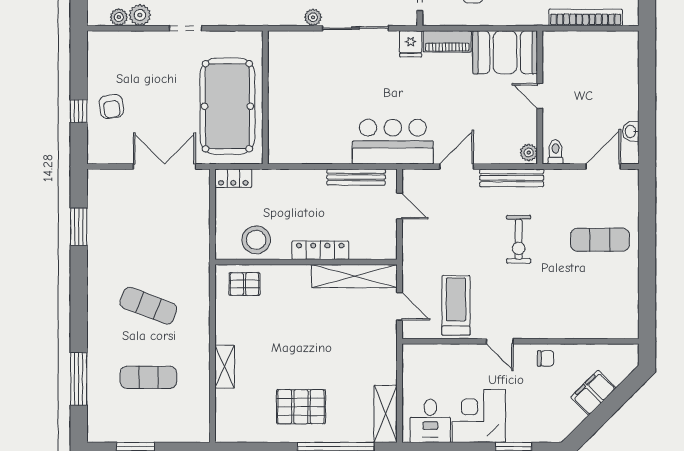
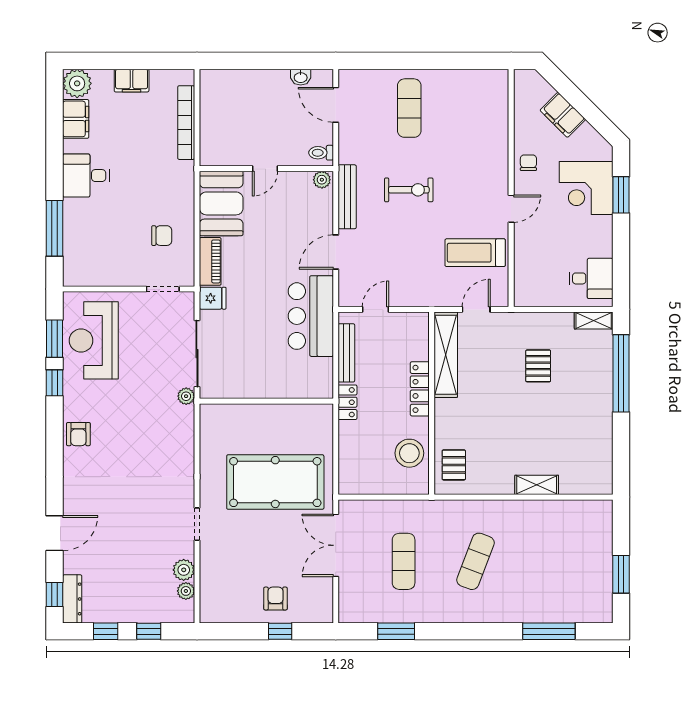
wall: (265, 97) -> (266, 401), moved
armchair: (111, 106) -> (275, 599), turned -82
door: (457, 166) -> (336, 252), hinge flipped
locker: (233, 178) -> (347, 402), moved
exercise mat: (148, 377) -> (404, 561), moved
pallet: (301, 407) -> (538, 366), moved, width x0.67, depth x0.71
shelving: (386, 414) -> (594, 320), width x0.67, depth x0.75
corner desk: (479, 416) -> (586, 188), moved

